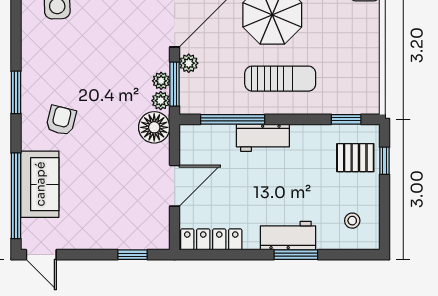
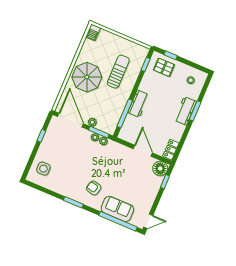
sun lounger: (280, 79) -> (118, 72), moved
floor lamp: (154, 127) -> (160, 169), moved
pallet: (355, 158) -> (164, 67), turned 90
locker: (211, 239) -> (171, 150), width x0.66

